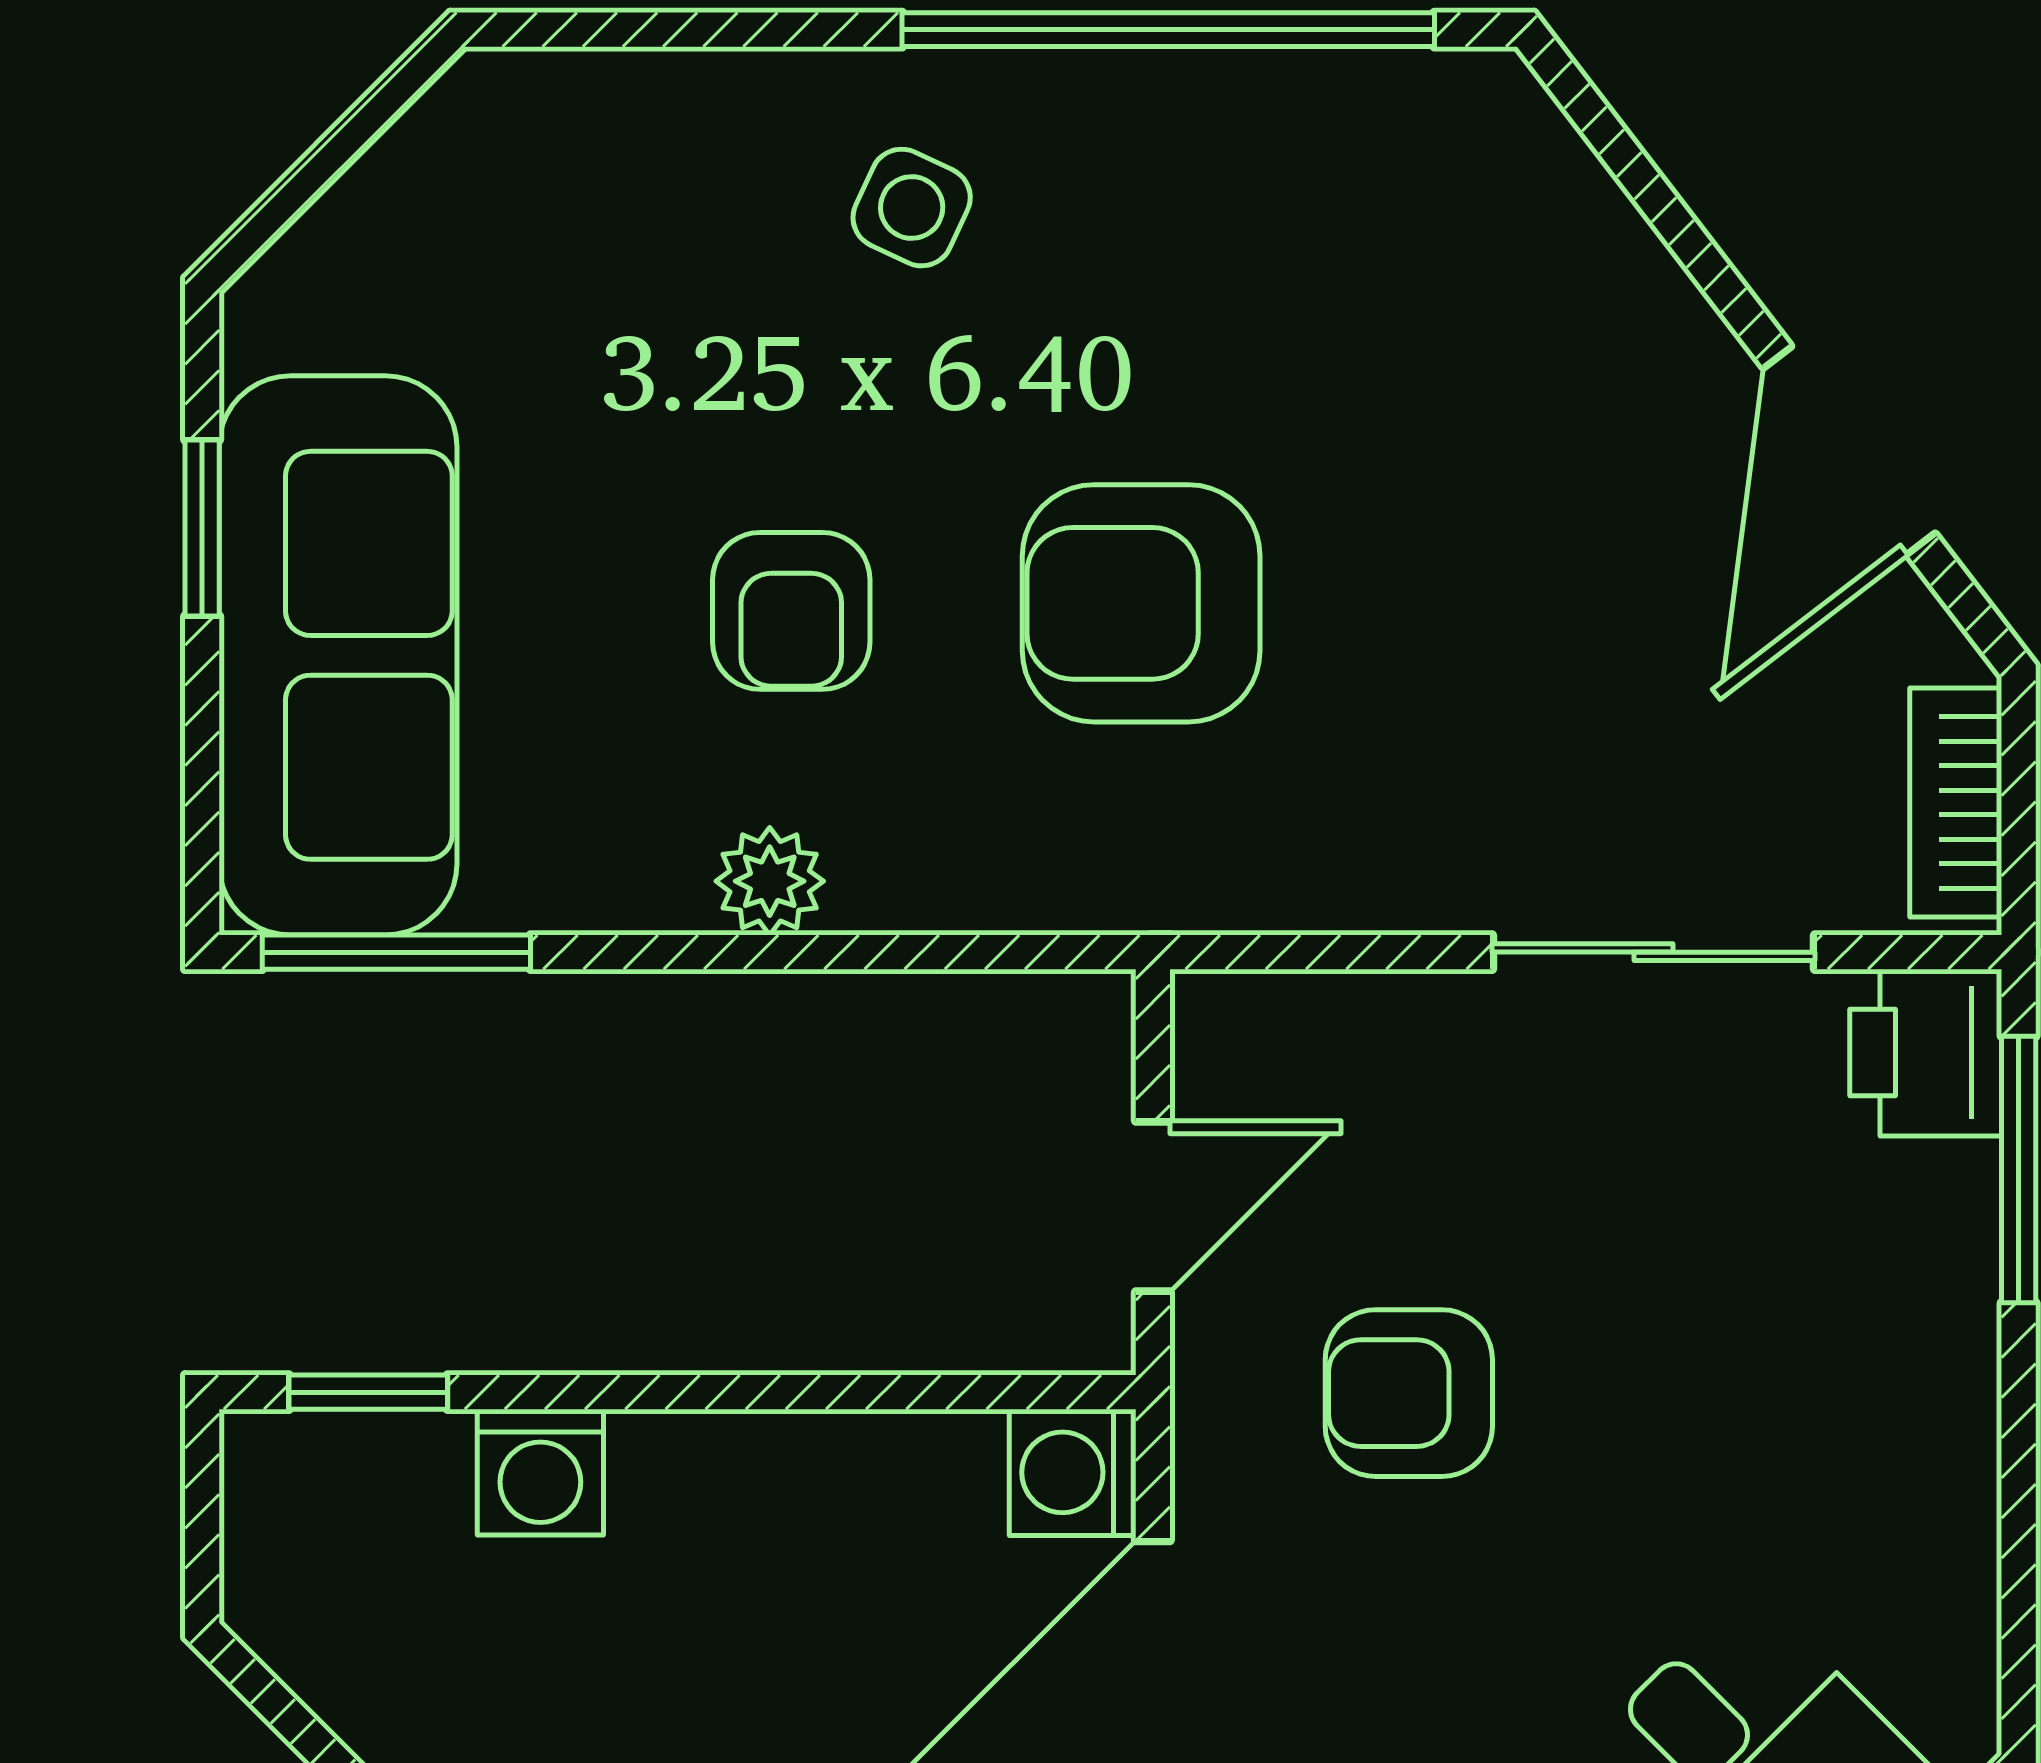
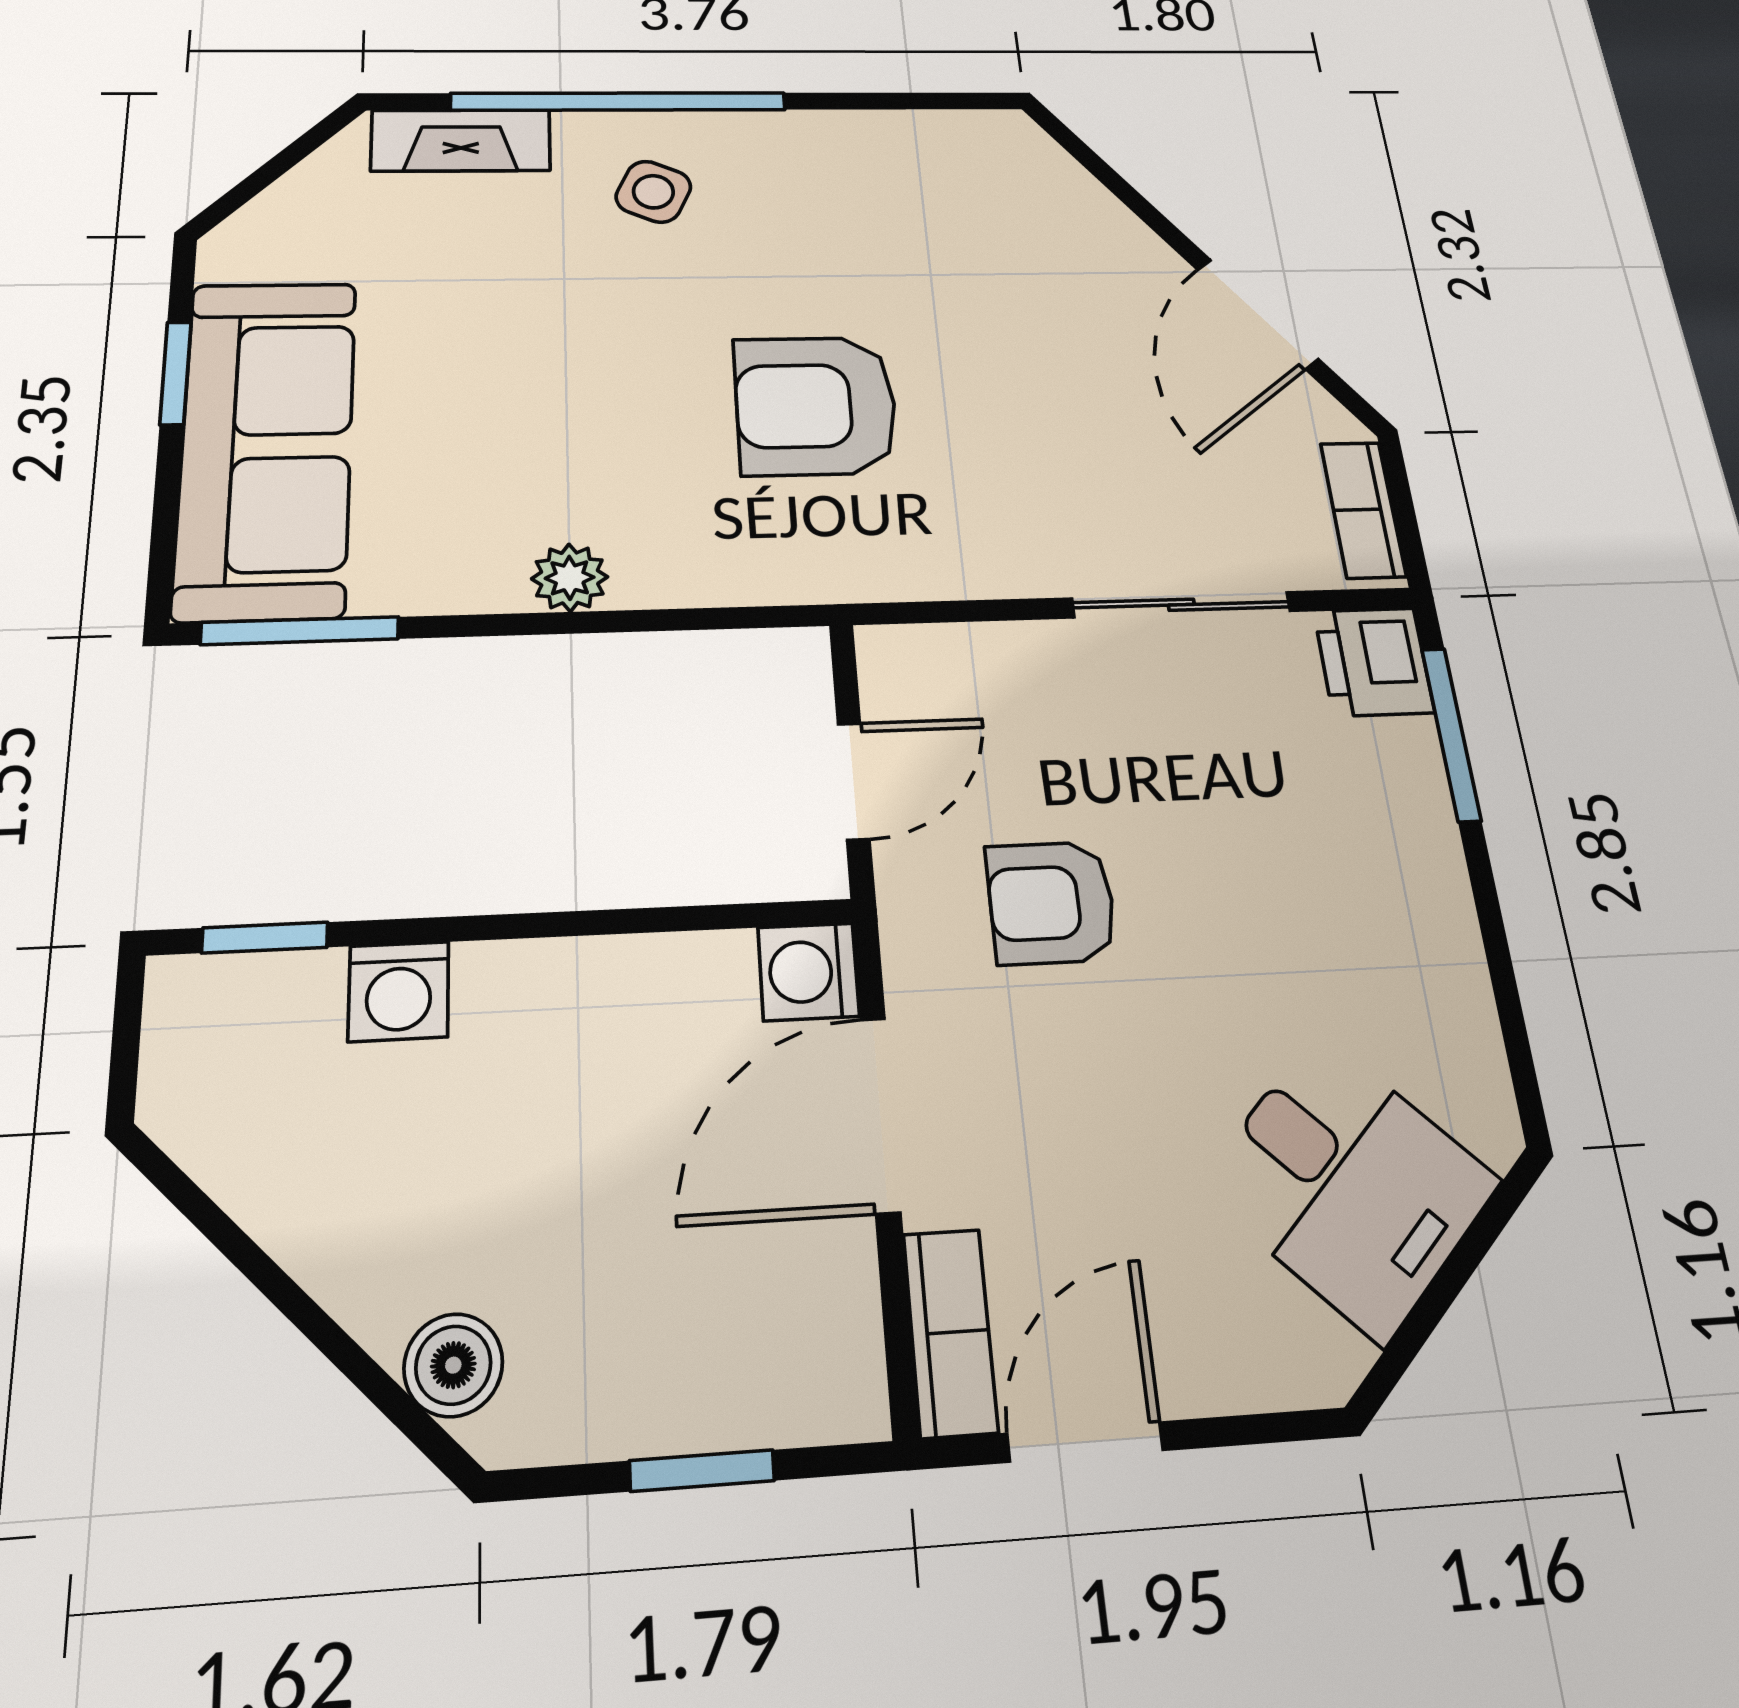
window: (1168, 30) -> (619, 102), moved
fireplace: (613, 106) -> (461, 140), added
armchair: (791, 611) -> (581, 414), removed

